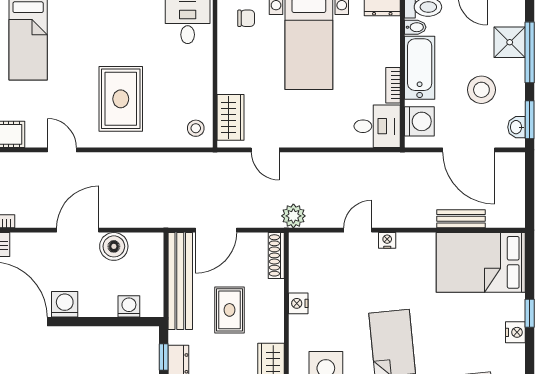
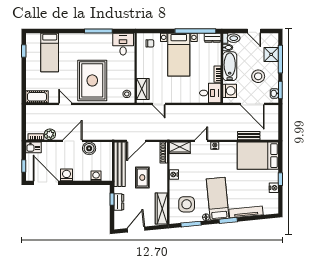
rug: (121, 99) -> (92, 80), width x1.37, depth x1.44
plant: (293, 216) -> (50, 134), moved
wardrobe: (311, 245) -> (180, 148), added

